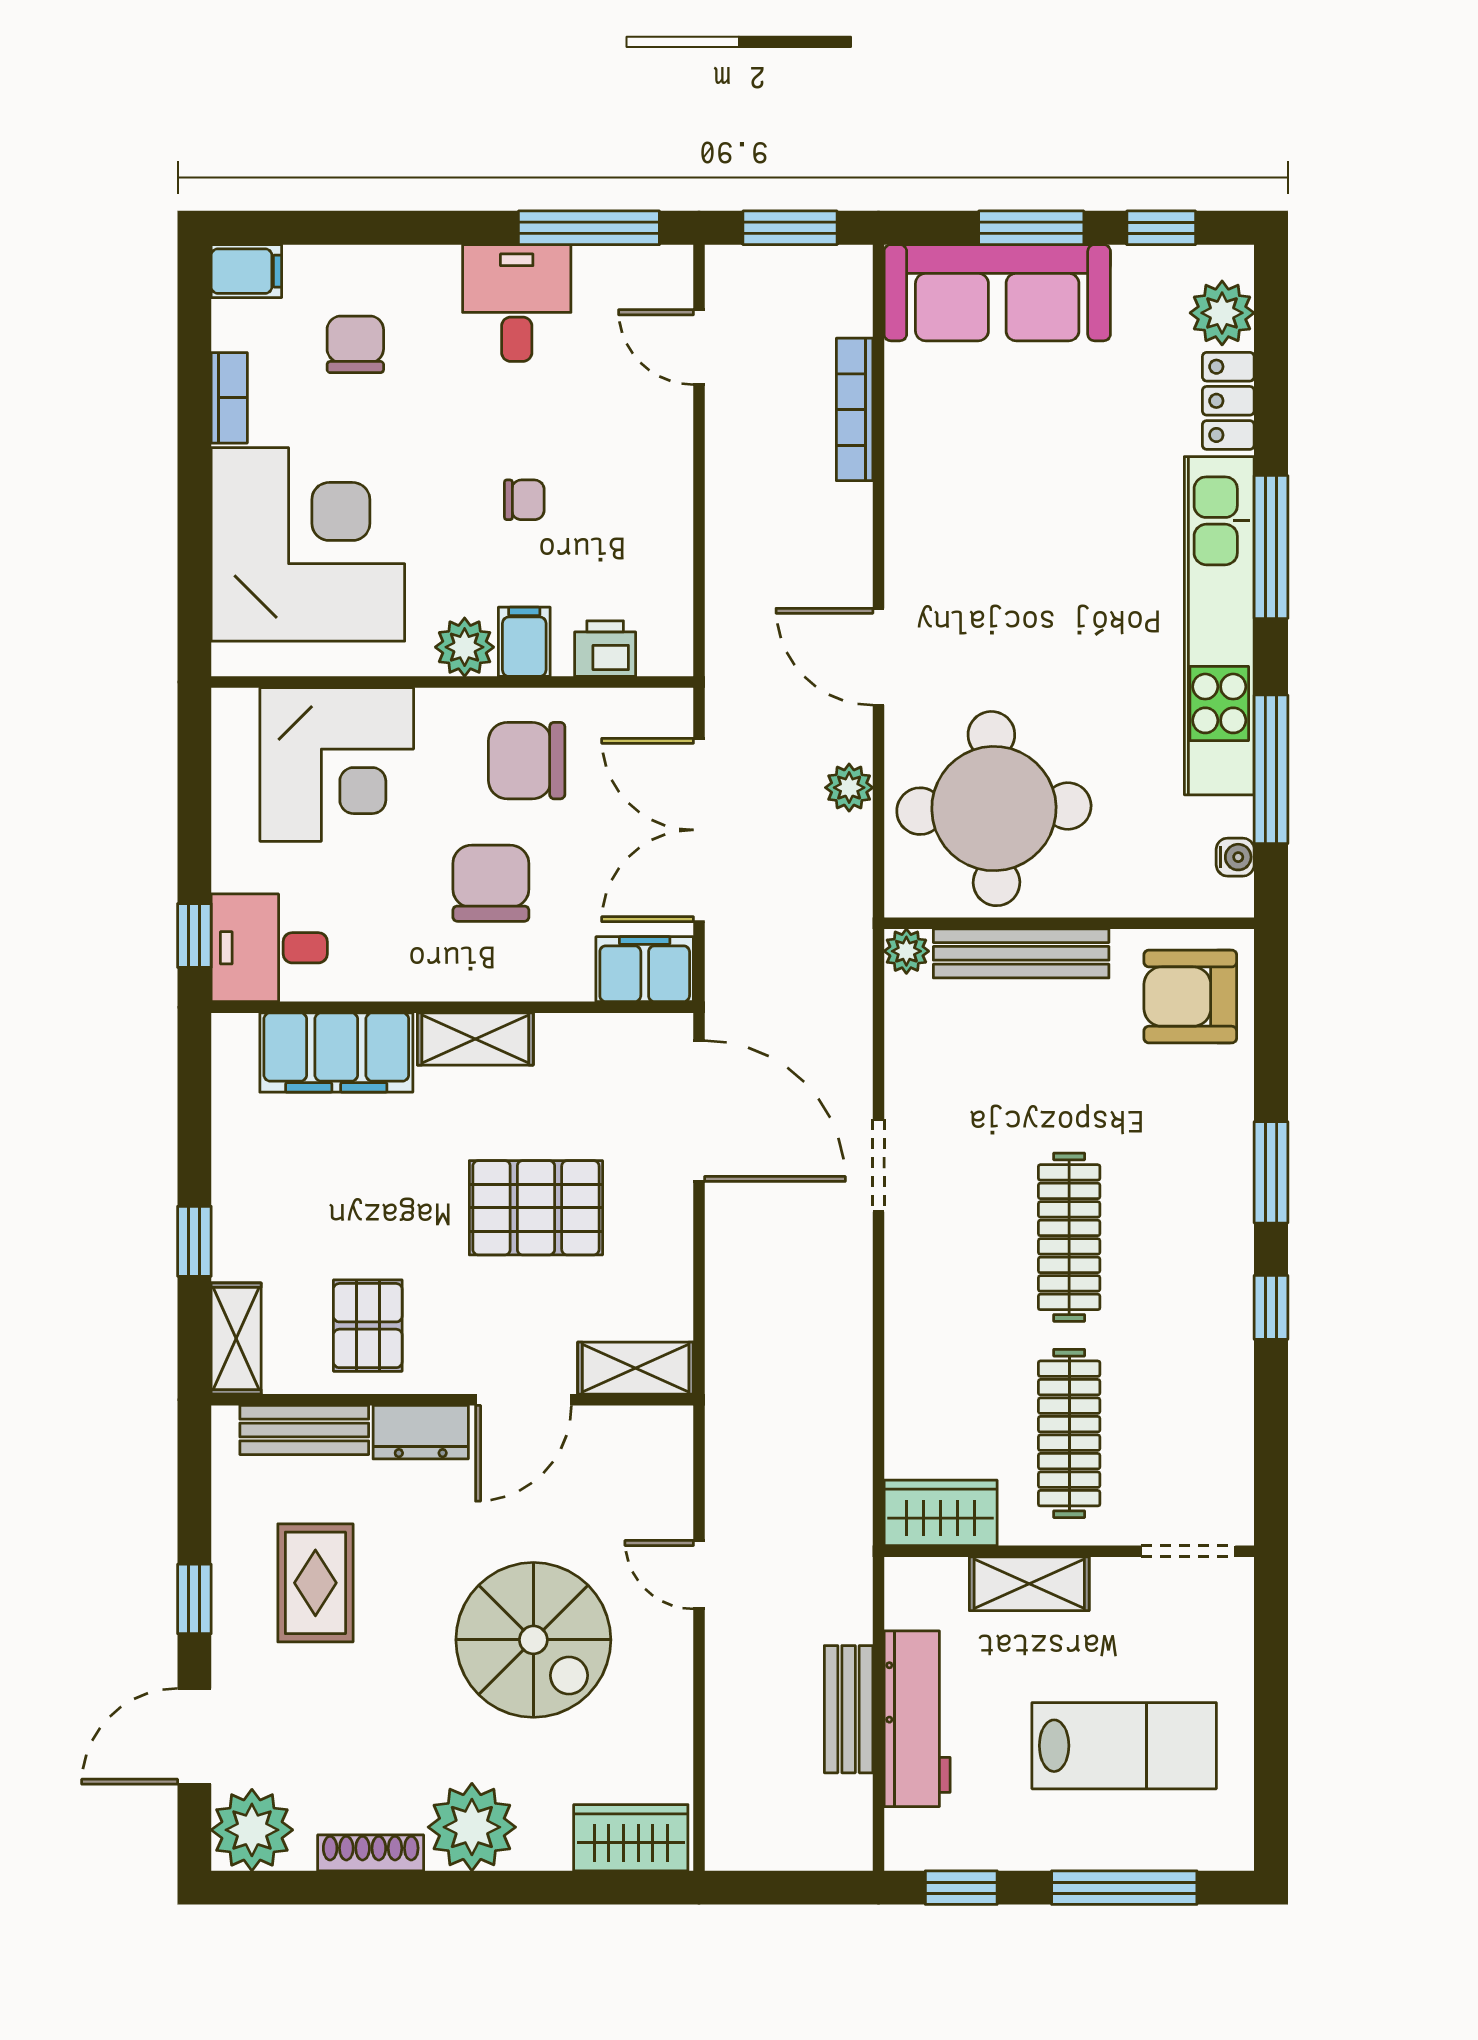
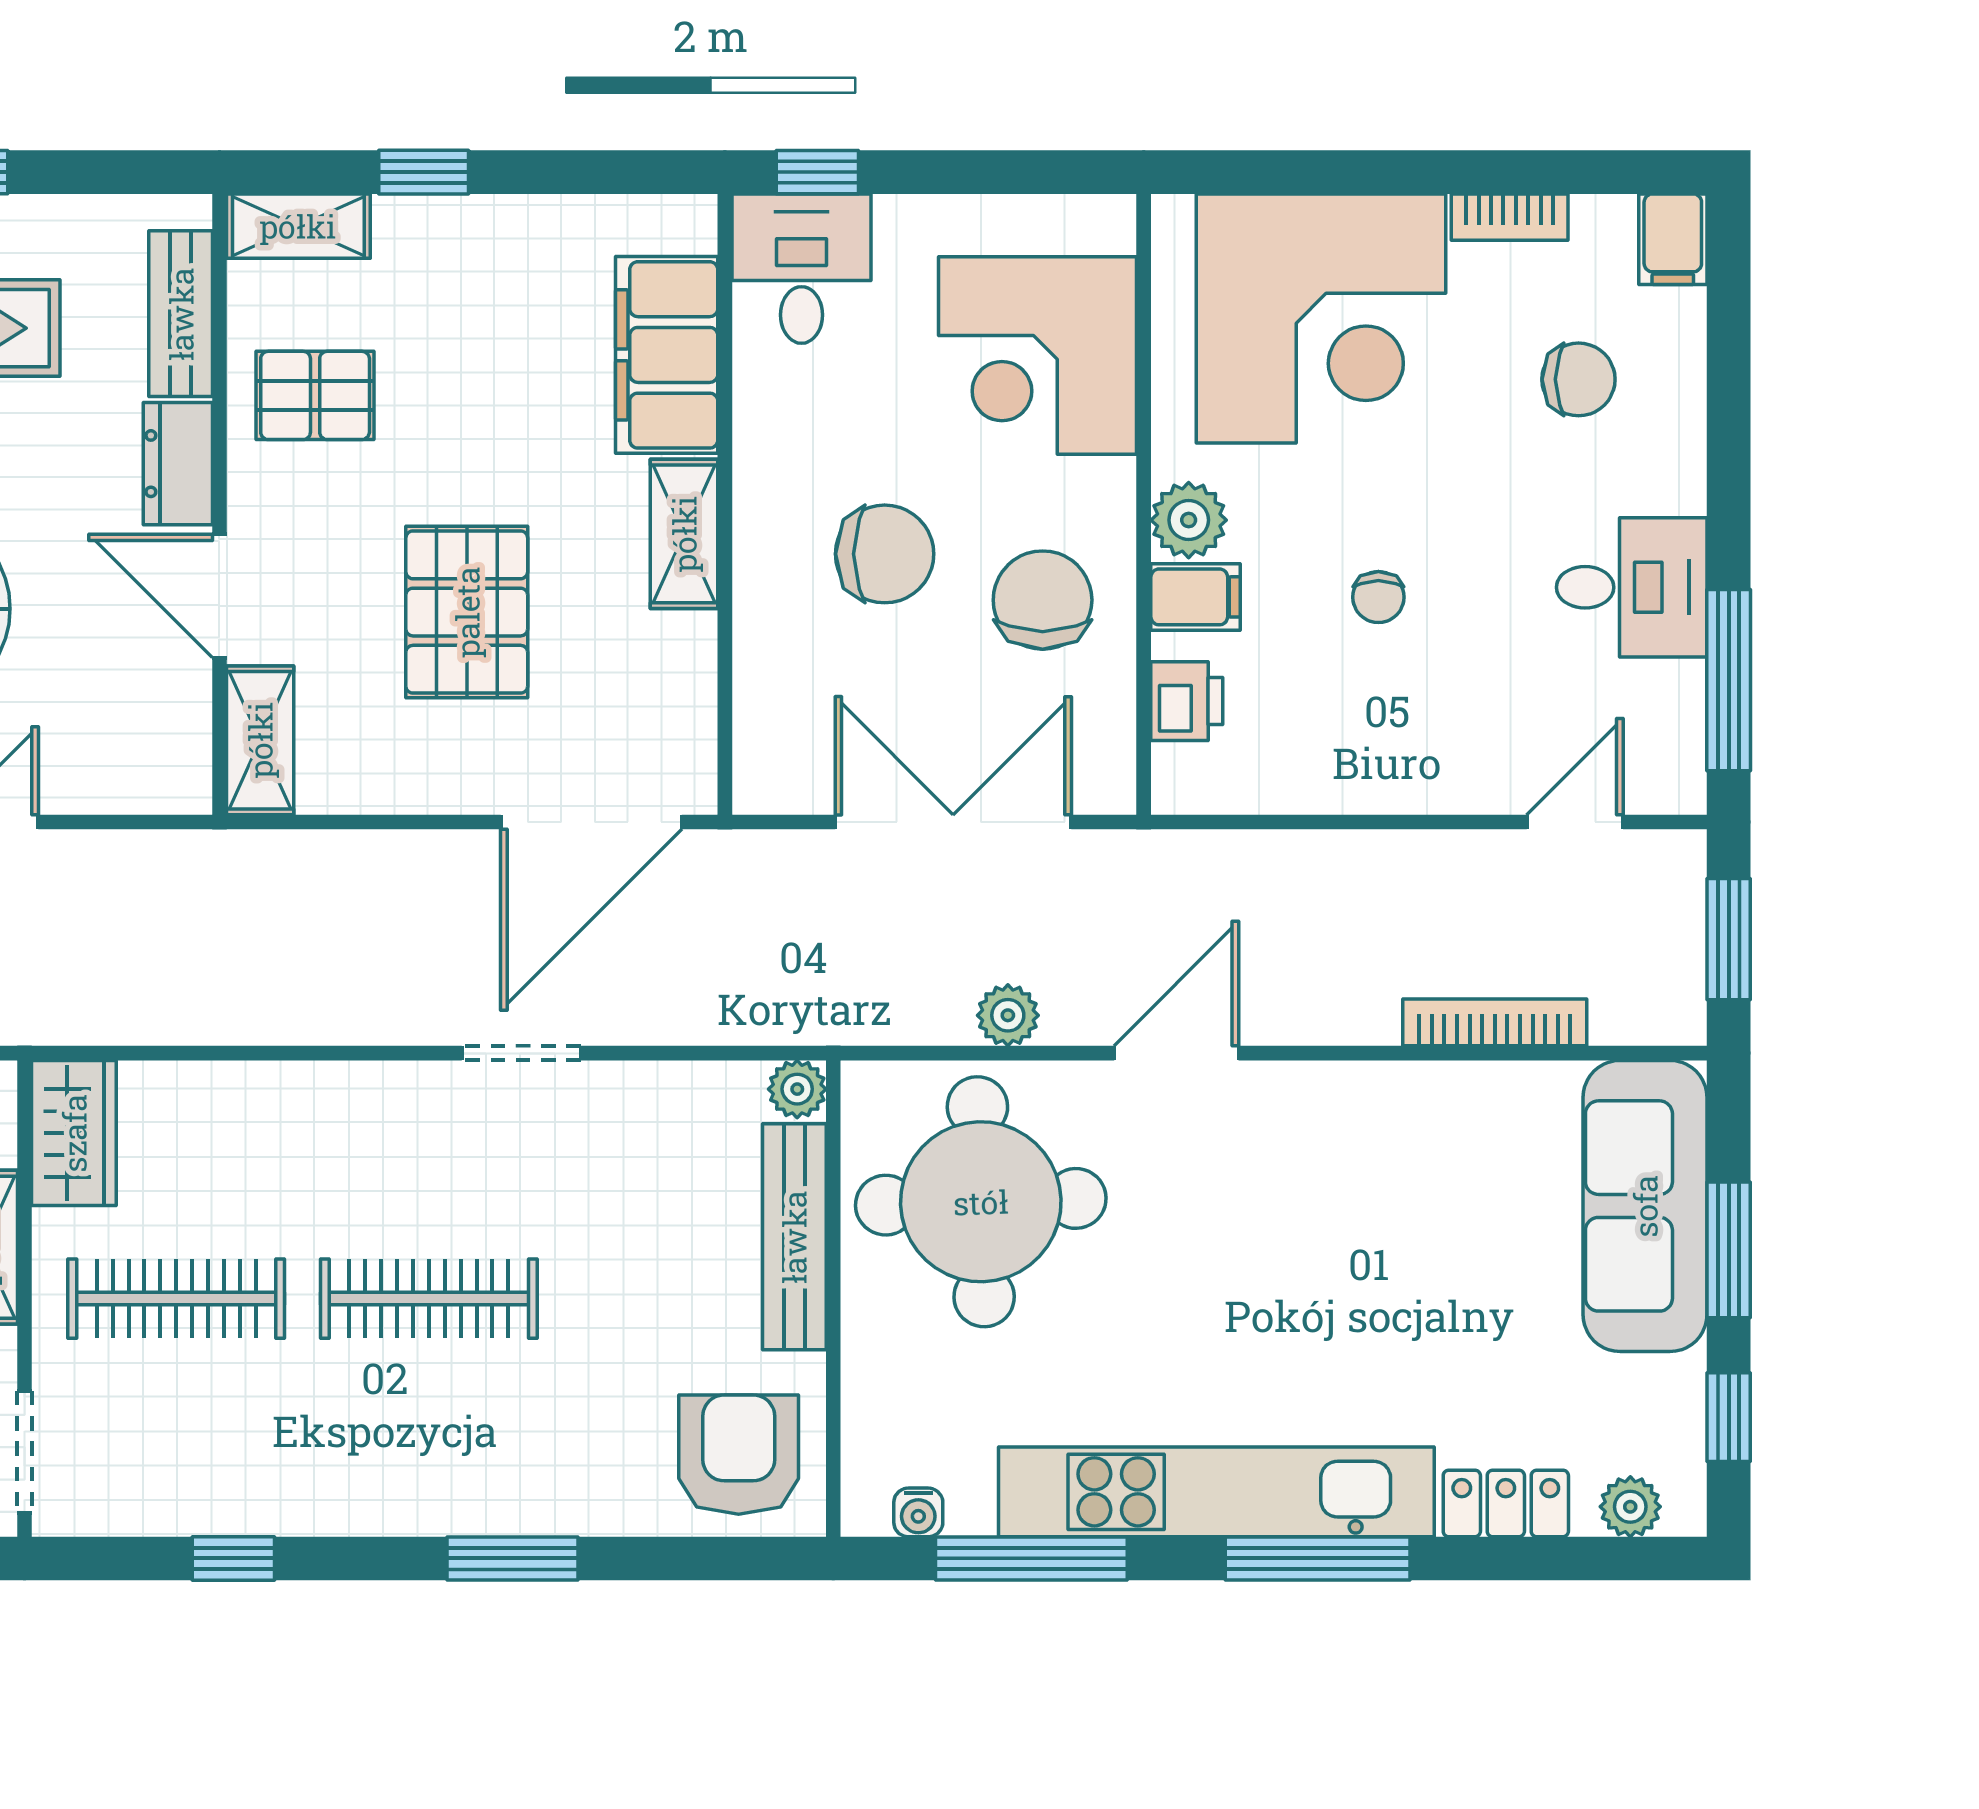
plant: (1222, 313) -> (1630, 1507), width x0.73, depth x0.73
filing cabinet: (645, 969) -> (774, 752), removed
window: (1271, 1307) -> (233, 1558), moved

